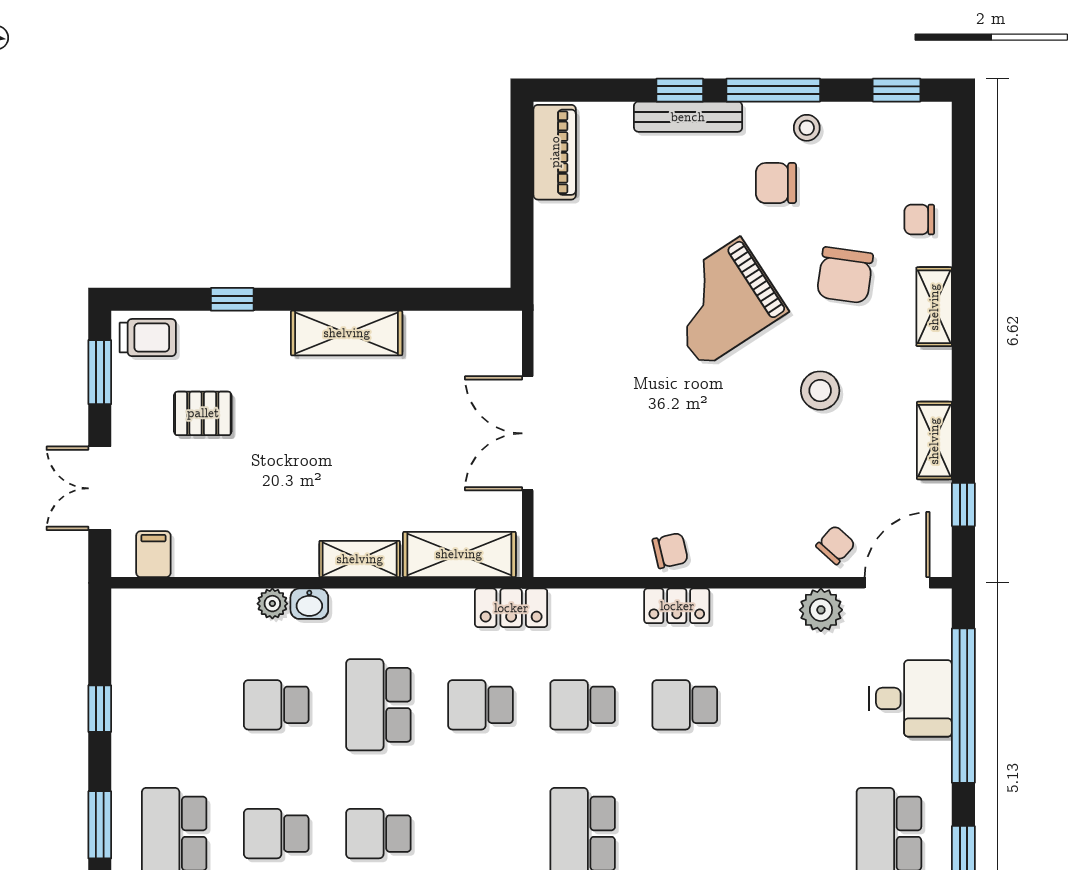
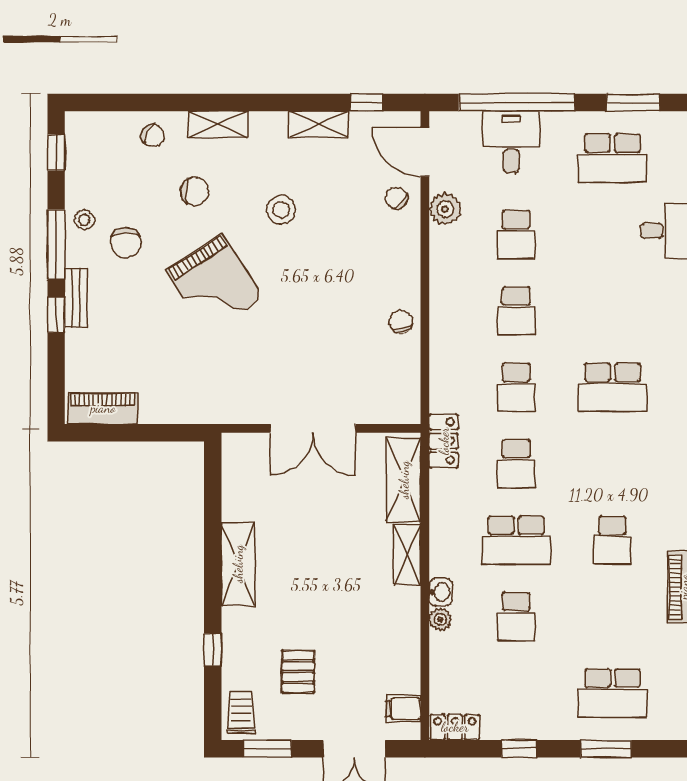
bench: (688, 117) -> (76, 298), width x0.73
chair: (919, 220) -> (153, 136), turned -60
chair: (845, 275) -> (195, 191), width x0.73, depth x0.73
locker: (677, 606) -> (455, 727), moved, turned -90
school desk: (276, 834) -> (516, 235), moved

